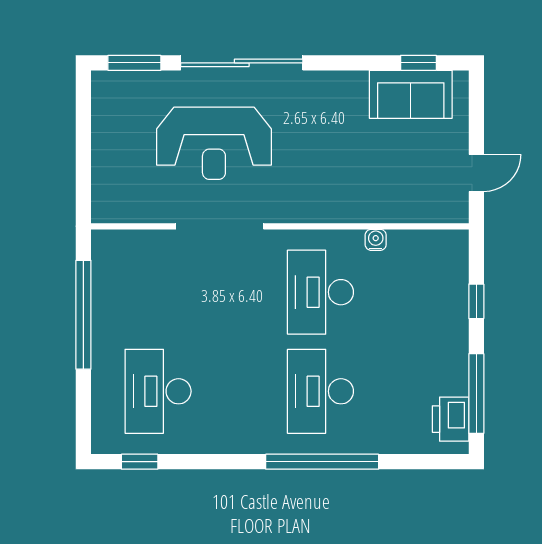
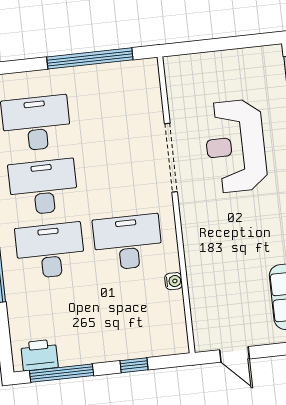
desk: (239, 391) -> (43, 187), added

